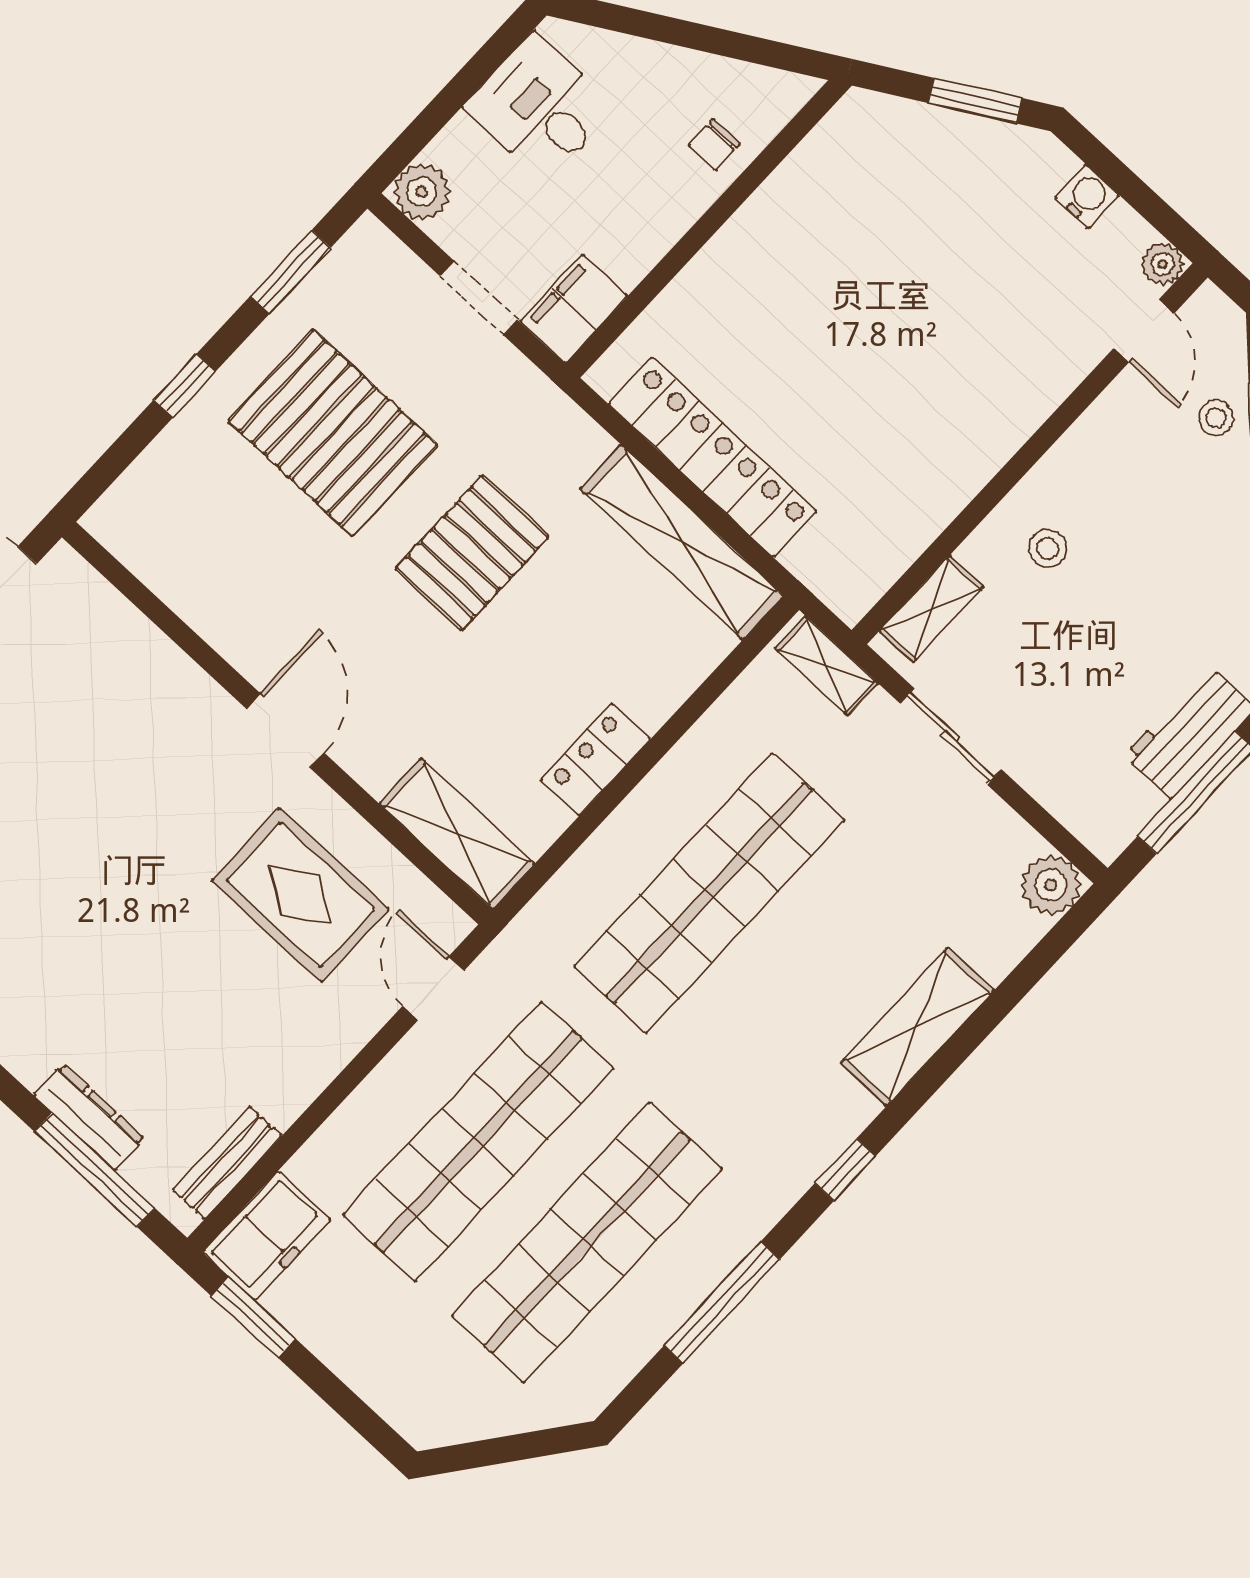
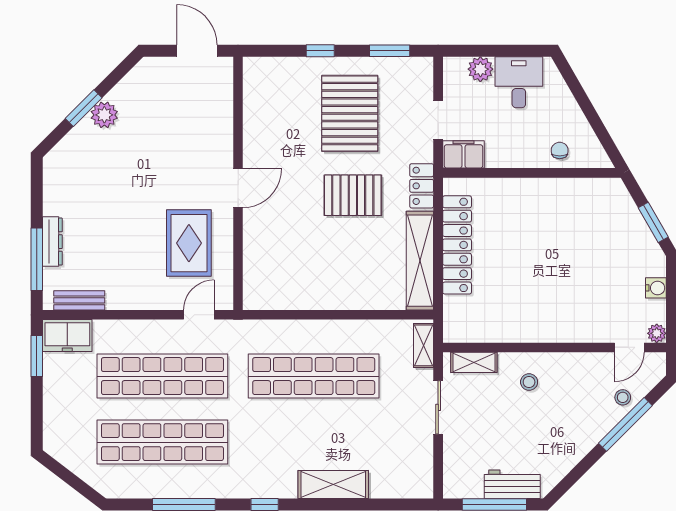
chair: (714, 145) -> (560, 150), turned 90
plant: (422, 192) -> (480, 69), moved
locker: (595, 759) -> (422, 186), moved, turned -90
shelving: (457, 834) -> (257, 276), removed
plant: (1051, 885) -> (420, 485), removed

